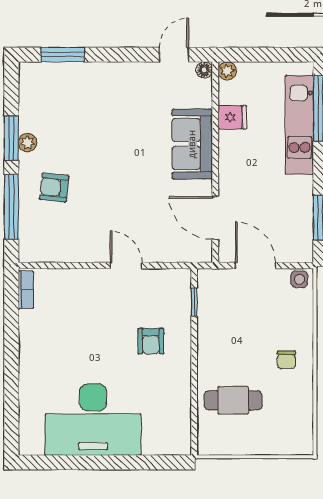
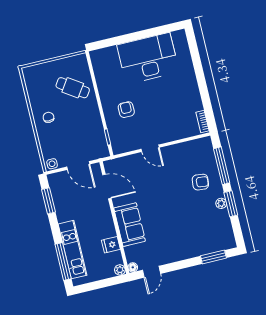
cafe table: (233, 400) -> (73, 88), turned 34

